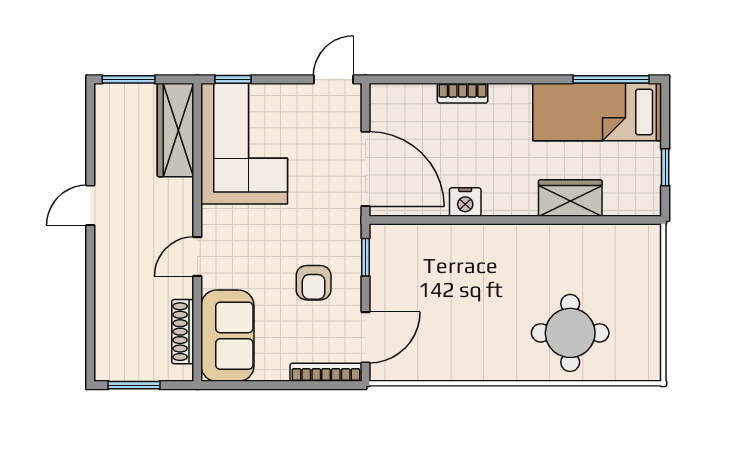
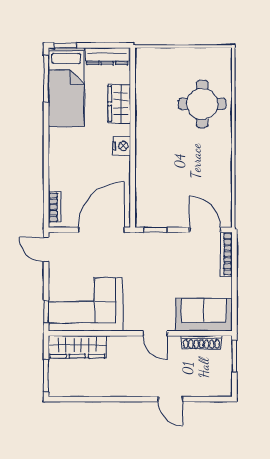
bookcase: (463, 93) -> (55, 207), moved
window: (665, 167) -> (65, 45), moved
dresser: (648, 179) -> (107, 56), added
nightstand: (465, 202) -> (122, 146), moved
door: (90, 205) -> (170, 399), moved
armchair: (314, 283) -> (171, 262), removed
window: (134, 385) -> (234, 356), moved

